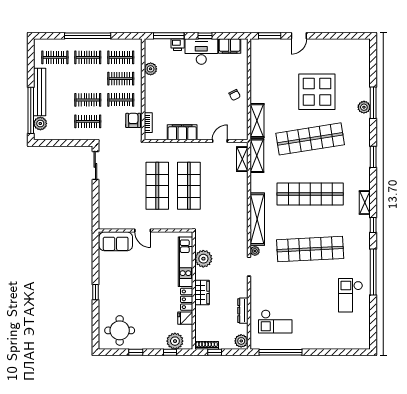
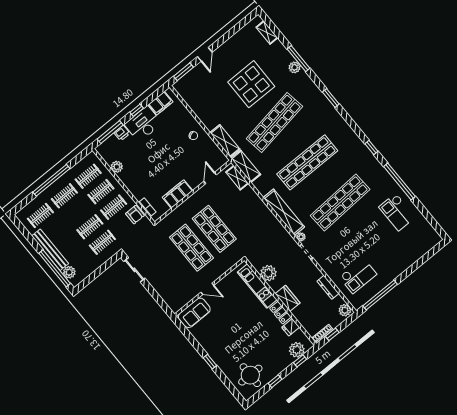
armchair: (133, 120) -> (135, 215), turned 180
shelving: (365, 203) -> (267, 32), moved

